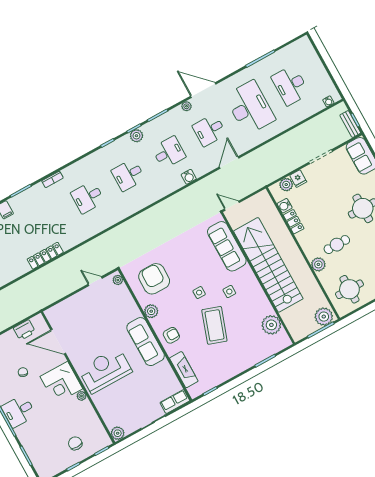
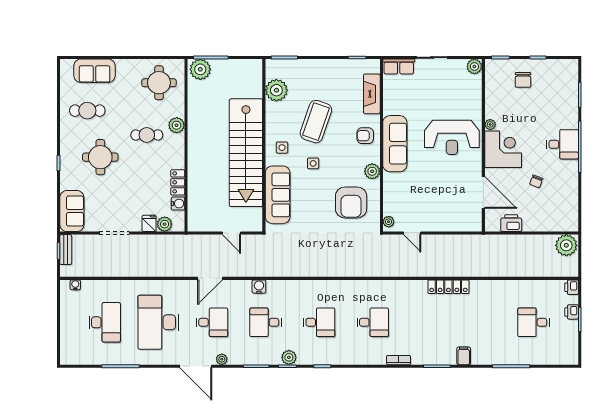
sofa: (227, 246) -> (278, 195), moved
stairs: (268, 265) -> (246, 153), moved
wall: (258, 278) -> (264, 145), moved
plant: (271, 325) -> (276, 90), moved

